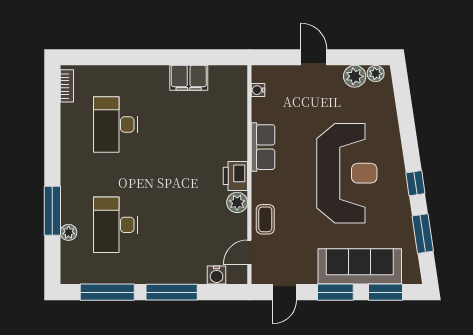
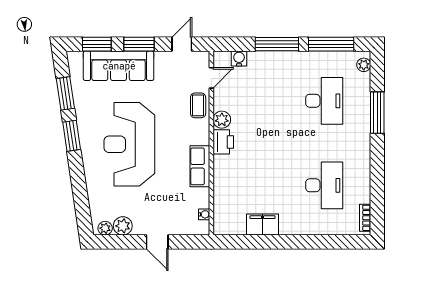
window: (415, 183) -> (72, 136), width x1.50
plant: (69, 232) -> (364, 65), moved

